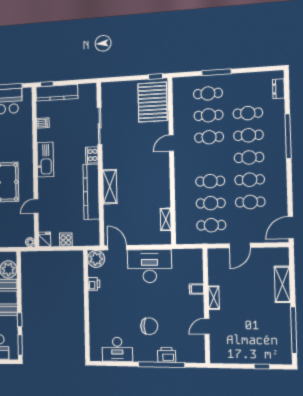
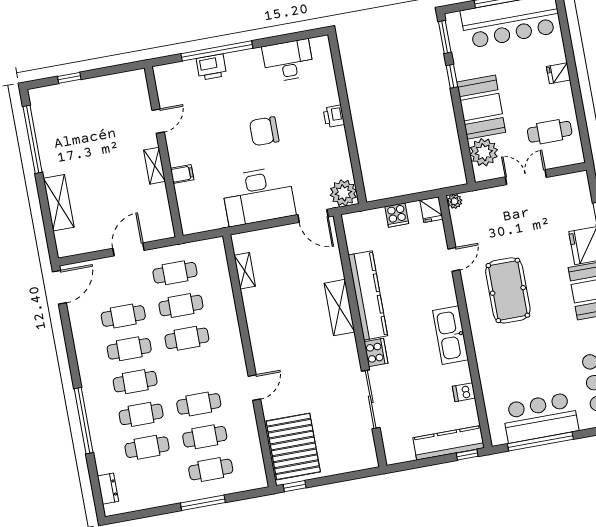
printer: (94, 284) -> (334, 116), moved
chair: (149, 326) -> (264, 131), moved

